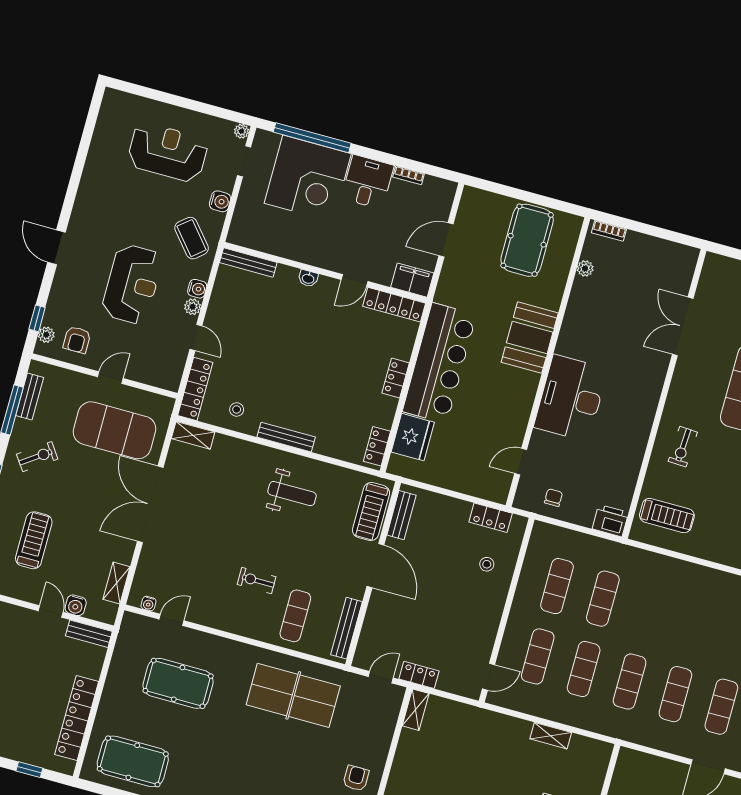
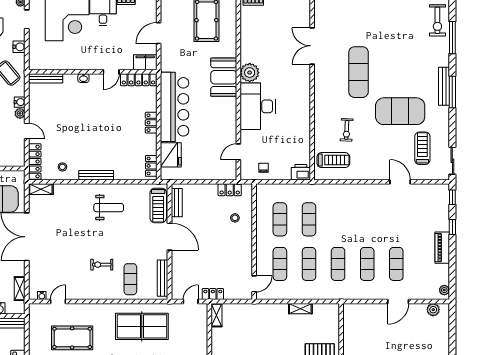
plant: (585, 268) -> (250, 73), moved, width x1.87, depth x1.87
exercise bike: (683, 447) -> (347, 130), moved

